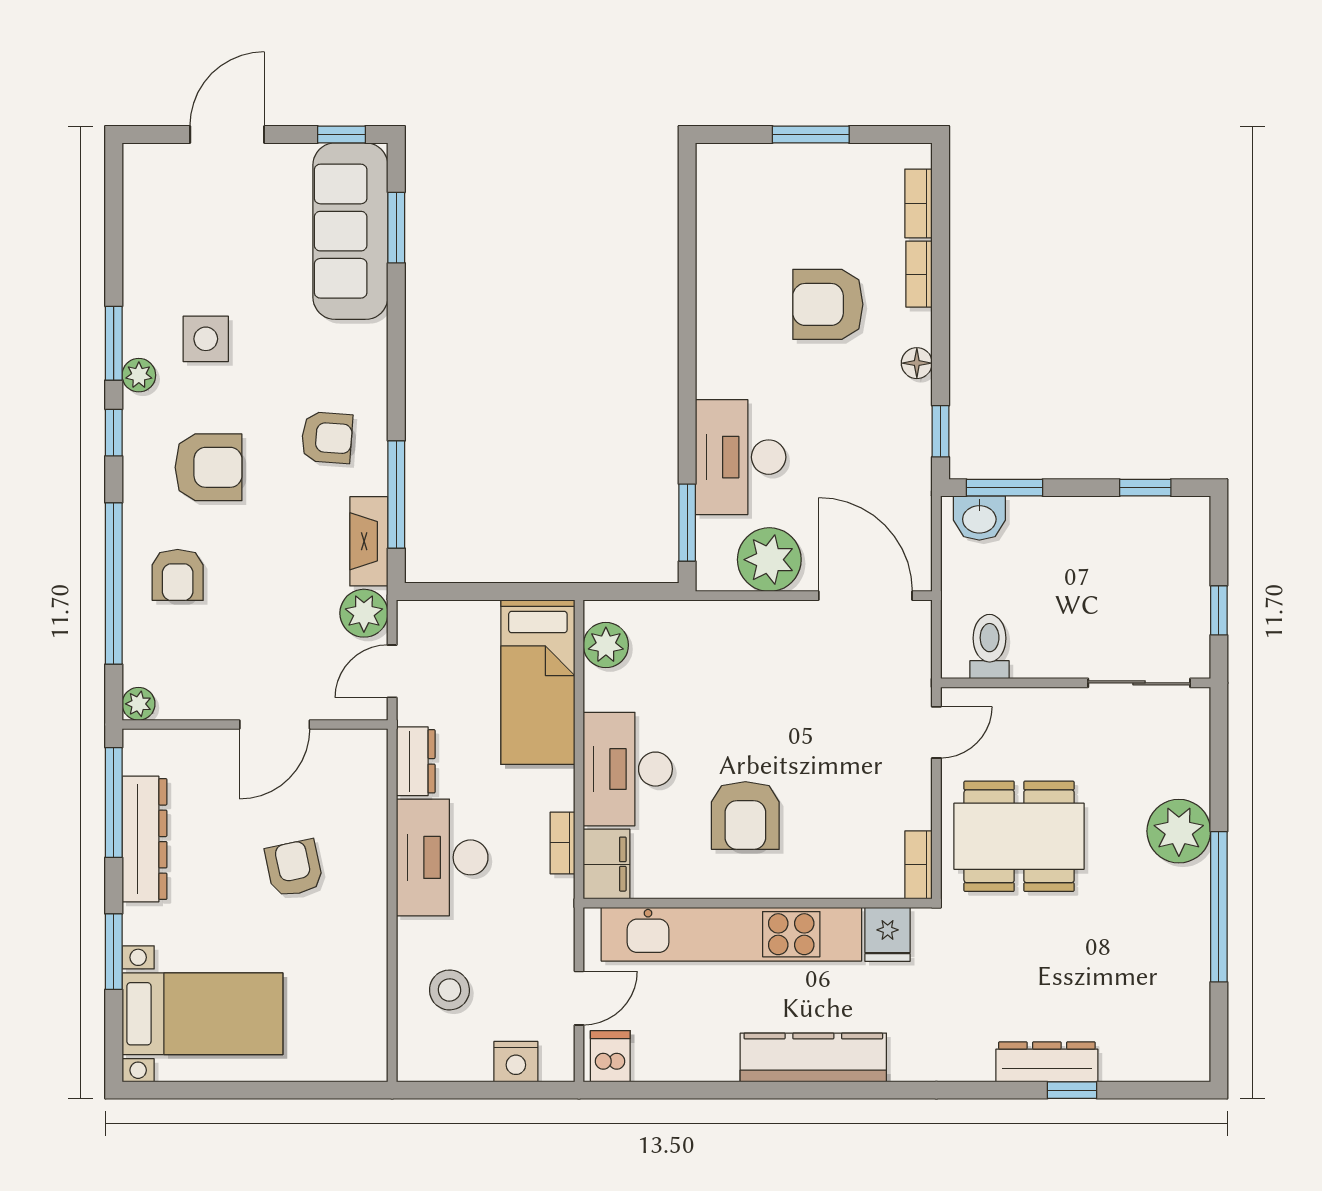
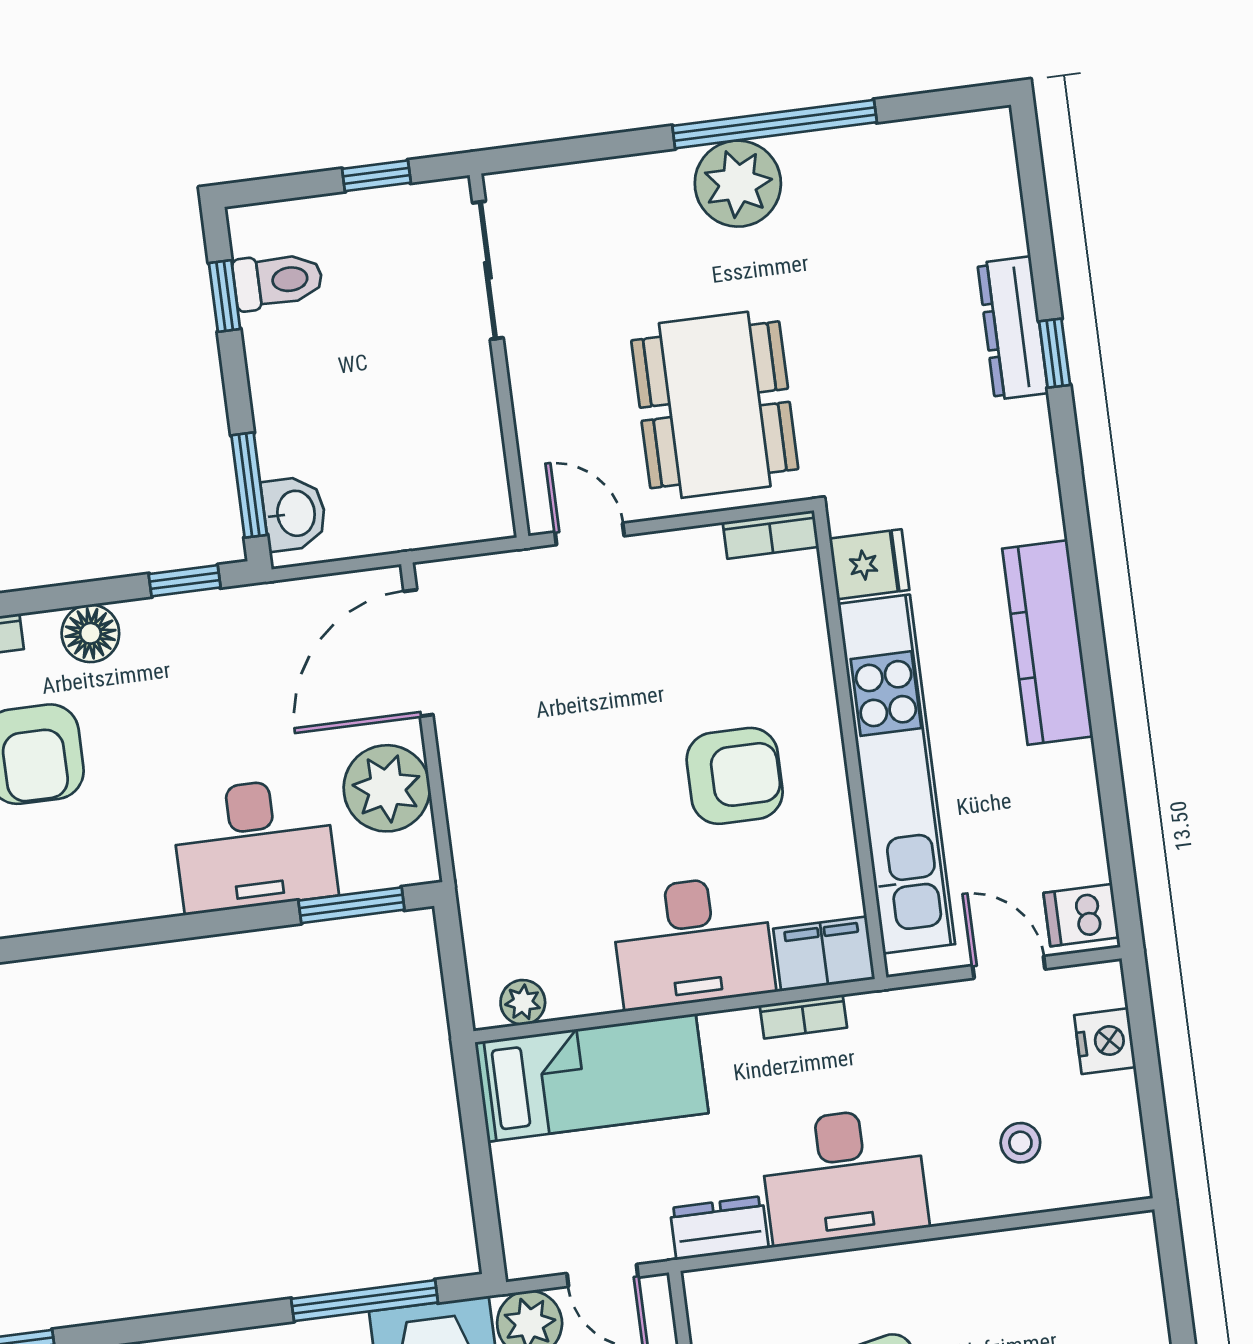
floor lamp: (917, 363) -> (90, 633), width x1.37, depth x1.37
plant: (606, 645) -> (523, 1002), width x0.73, depth x0.73
toilet: (990, 647) -> (278, 281), moved, turned 180
plant: (1179, 831) -> (738, 184), moved
stool: (449, 990) -> (1020, 1143), width x0.73, depth x0.73
window: (1072, 1090) -> (1055, 353), moved

